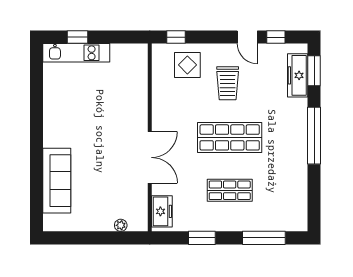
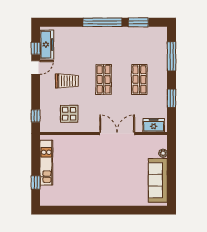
kitchen unit: (76, 53) -> (46, 163), moved
display table: (187, 65) -> (69, 114), moved
window: (314, 71) -> (138, 22), moved
freezer: (298, 75) -> (47, 45), moved, turned -90
shop shelf: (230, 137) -> (104, 79), width x0.70, depth x0.74
sofa: (57, 181) -> (158, 180), moved, turned -90

